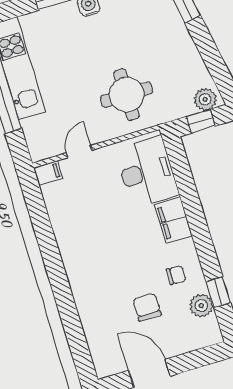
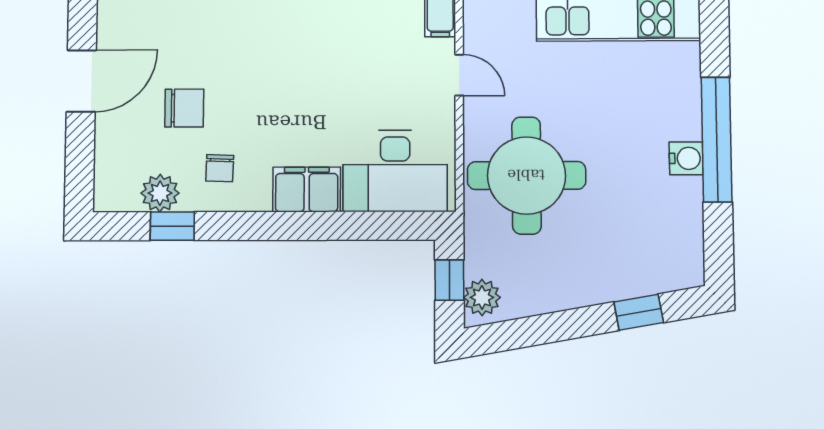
round table: (127, 95) -> (526, 175), width x1.36, depth x1.36

